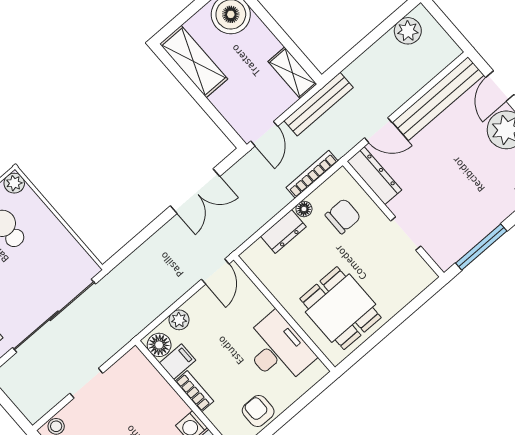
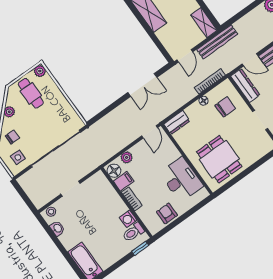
dresser: (283, 231) -> (177, 122), moved

